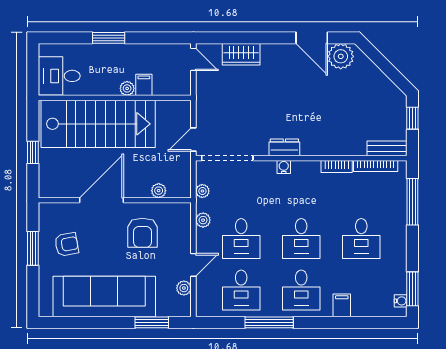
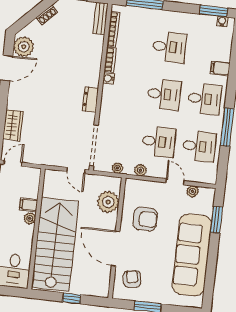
shoe rack: (384, 81) -> (47, 15), added
water cooler: (284, 167) -> (109, 78), moved
plant: (159, 191) -> (108, 202), width x1.88, depth x1.88
armchair: (67, 244) -> (132, 279), moved

